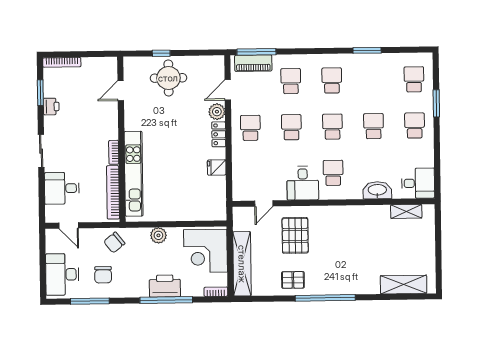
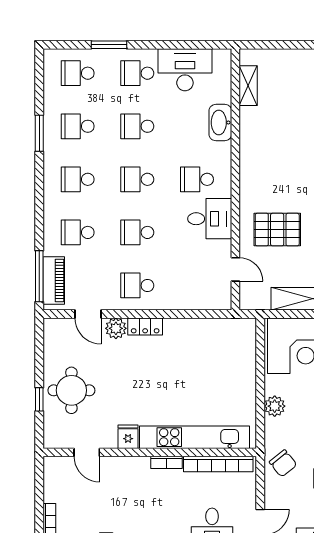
school desk: (373, 80) -> (78, 126), added
fridge: (217, 167) -> (128, 437), moved, turned 180
desk: (418, 183) -> (185, 70), moved, width x1.37

